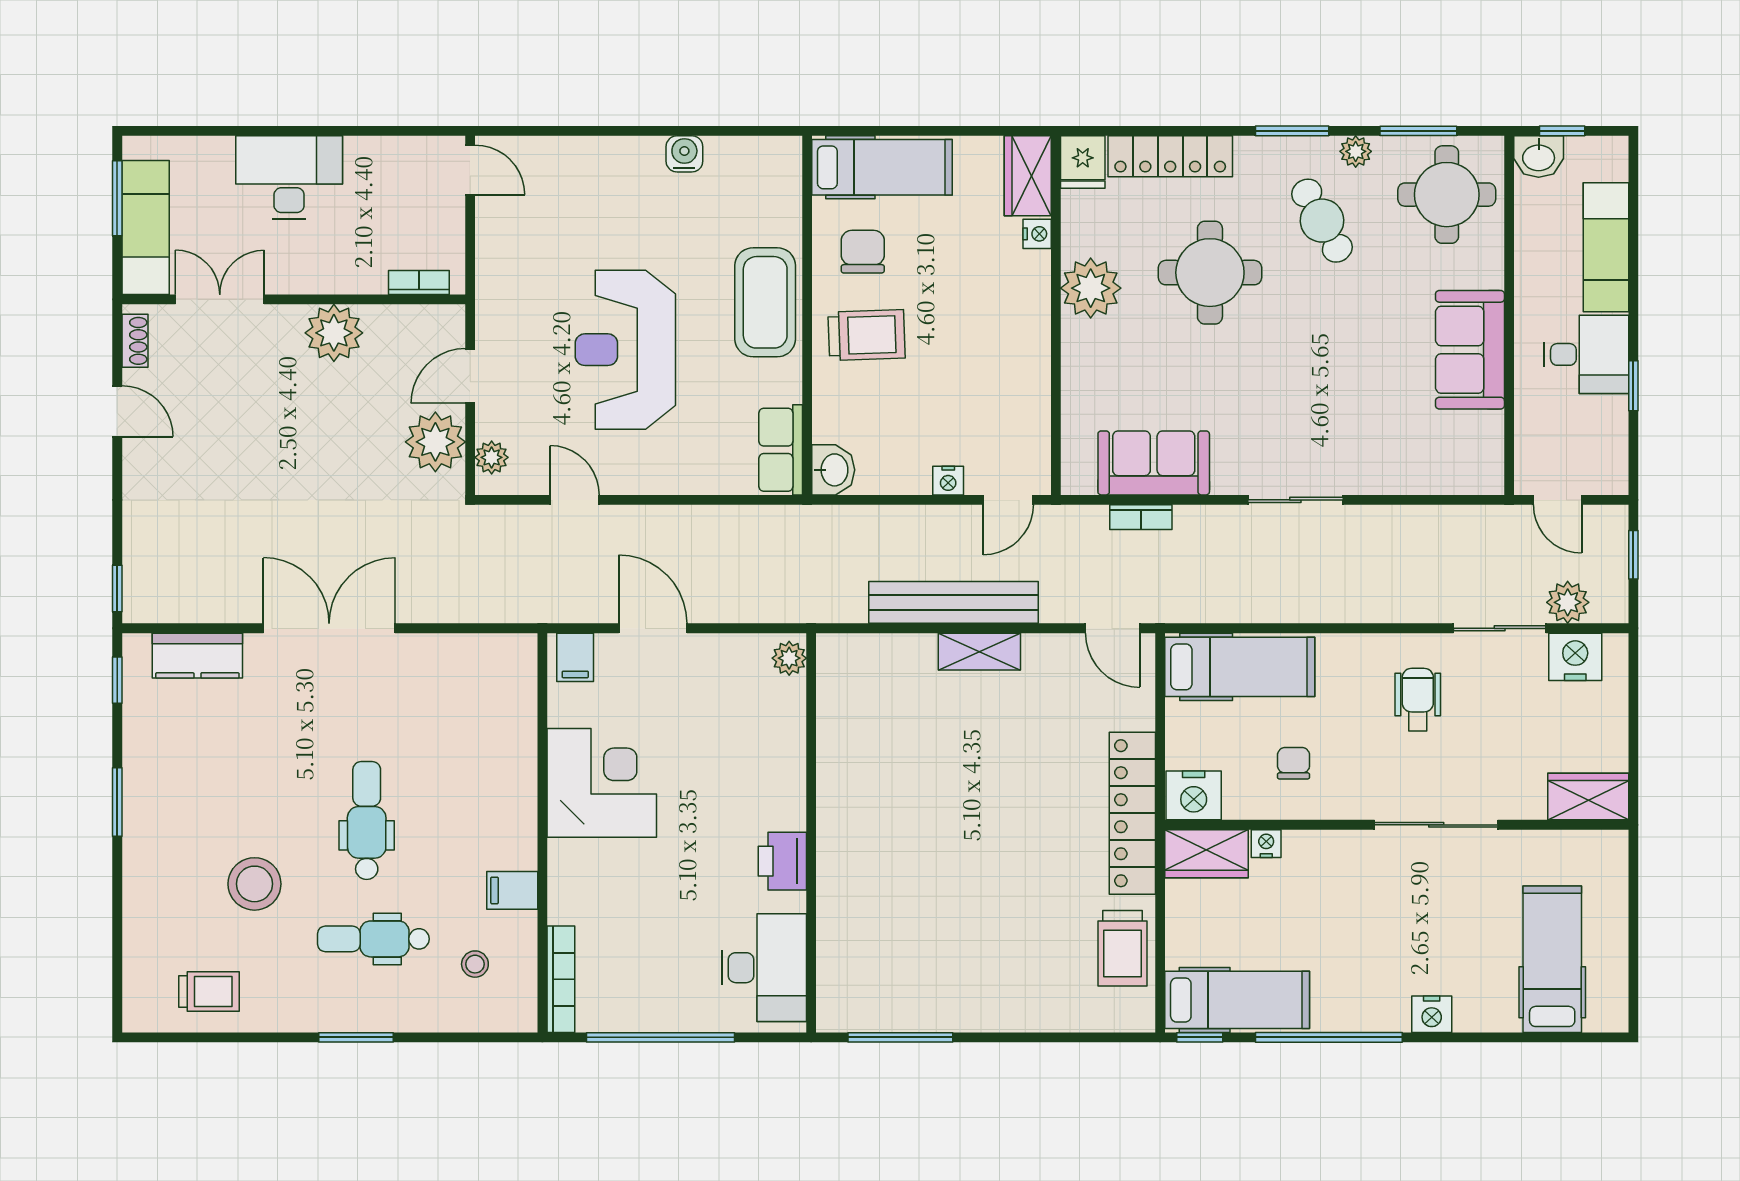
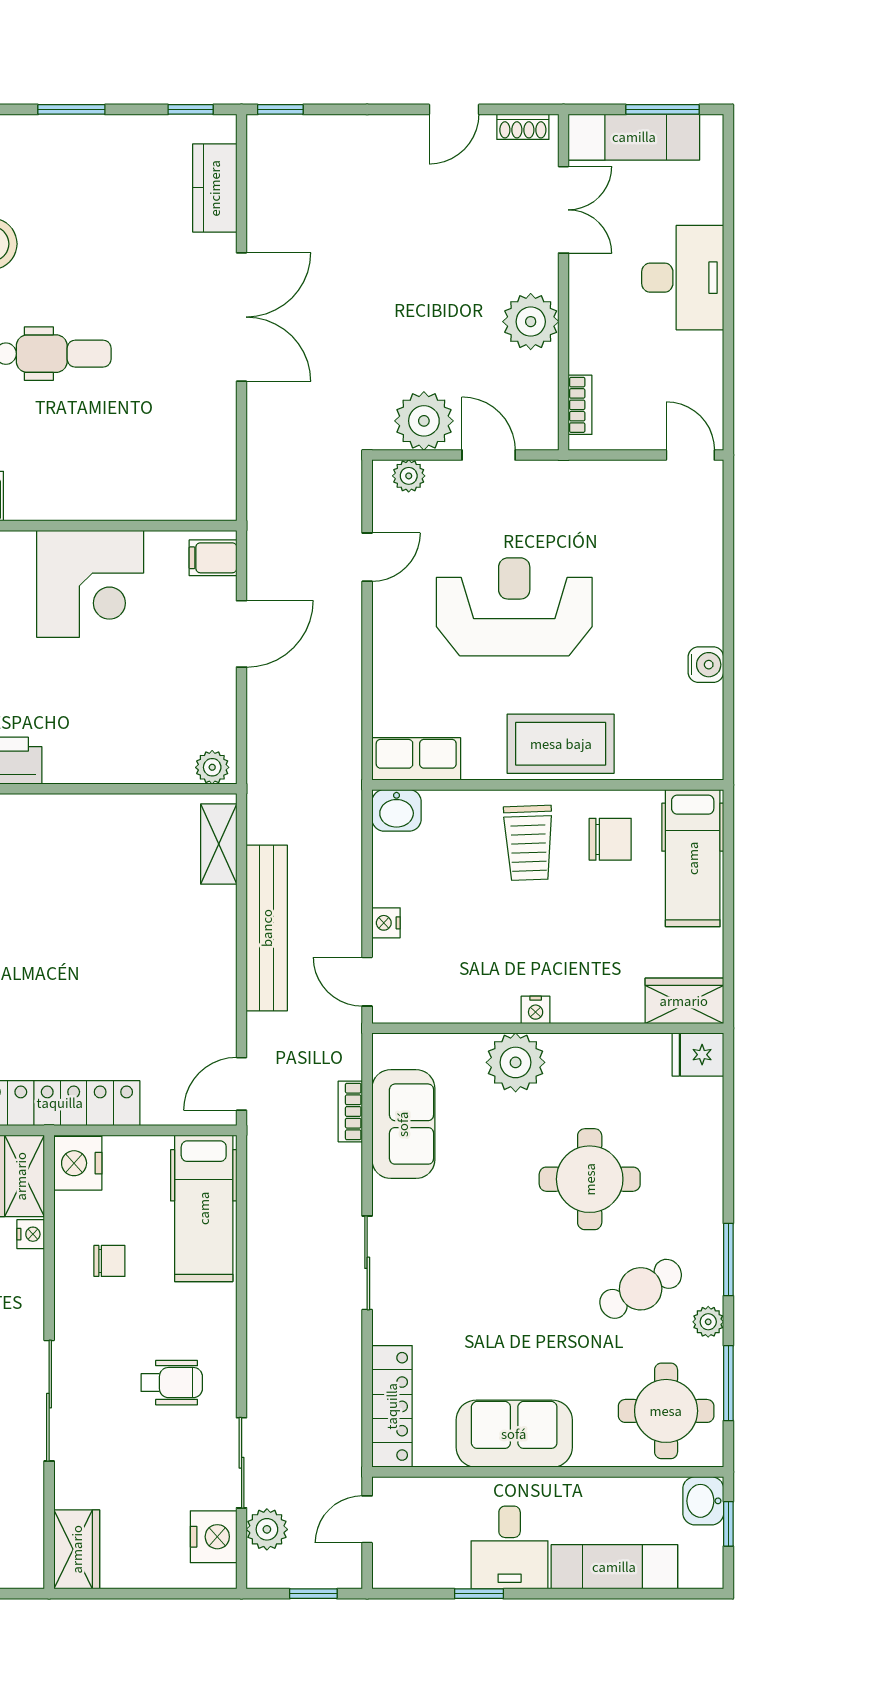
locker: (1170, 156) -> (392, 1406), moved, turned 180
door: (470, 170) -> (690, 455), swing flipped
nightstand: (1037, 234) -> (536, 1010), moved
plant: (1091, 288) -> (516, 1062), moved
shelving: (979, 652) -> (219, 844), moved

